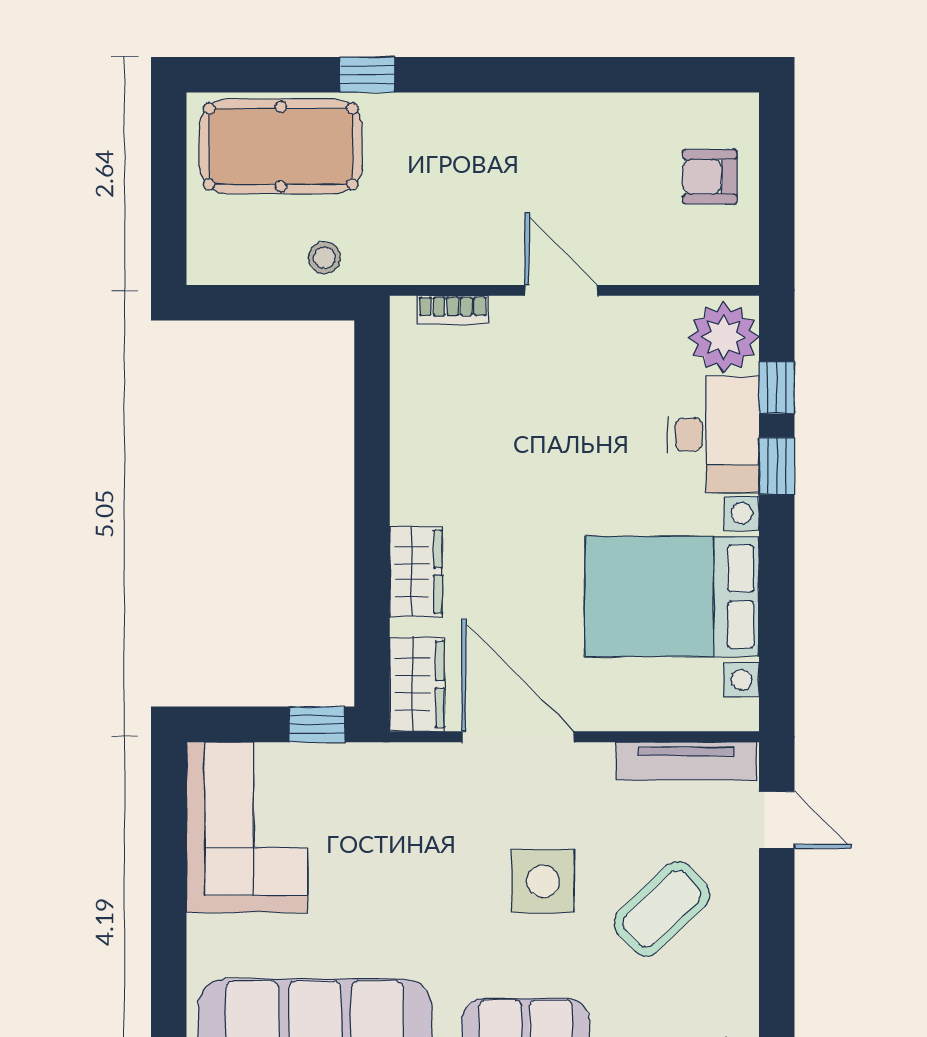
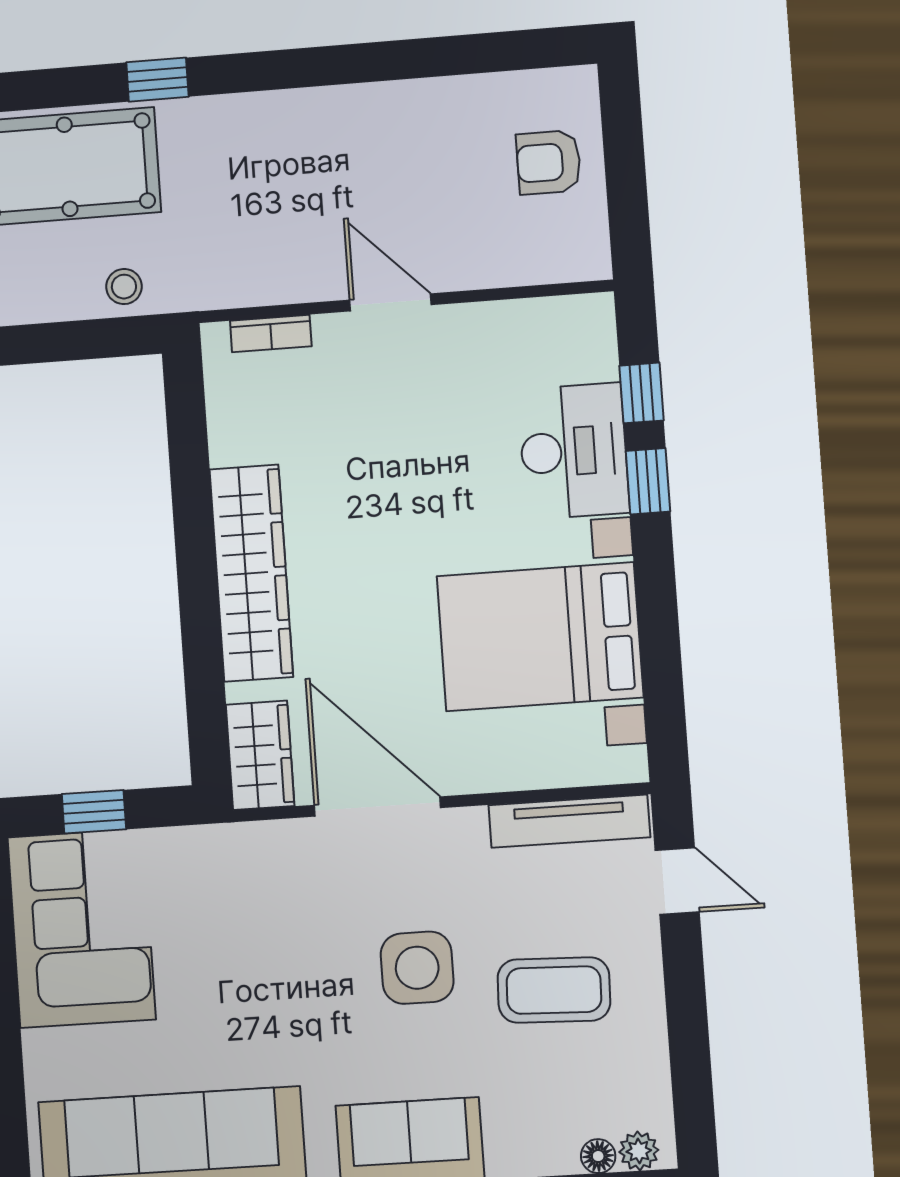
plant: (724, 337) -> (577, 341), removed
wardrobe: (416, 572) -> (251, 573), width x2.10, depth x1.17
window: (317, 724) -> (94, 812), moved
coffee table: (662, 909) -> (554, 990), turned 46

